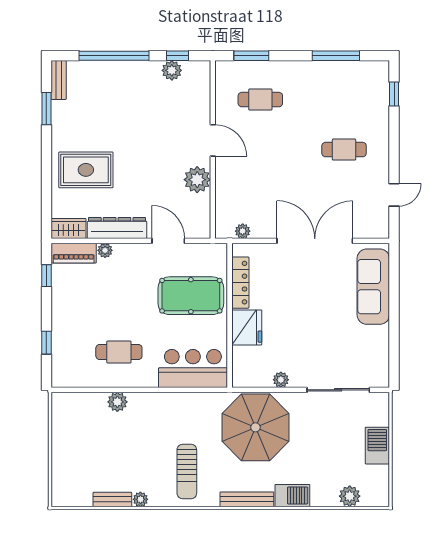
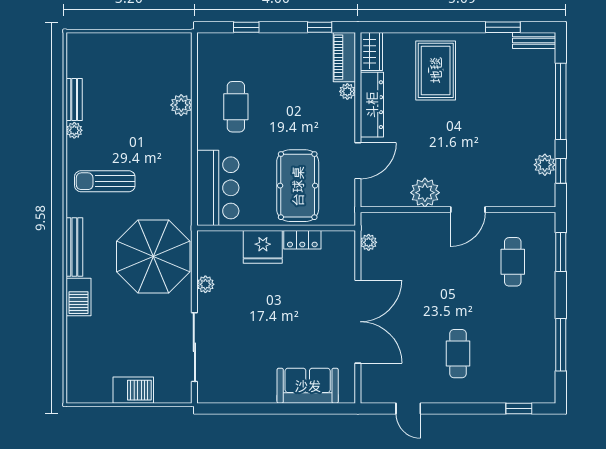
locker: (240, 283) -> (302, 240), width x0.66
sofa: (373, 287) -> (308, 386), width x0.73
plant: (350, 496) -> (78, 360), removed

